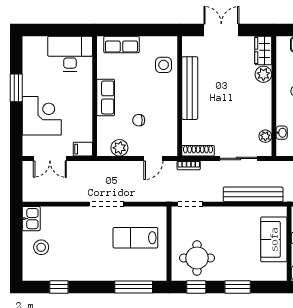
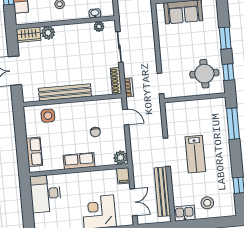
plant: (119, 148) -> (121, 158), moved
bench: (253, 194) -> (162, 192), moved
lab bench: (135, 238) -> (195, 154), moved

